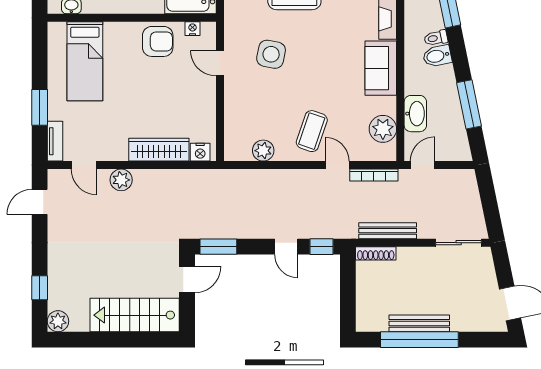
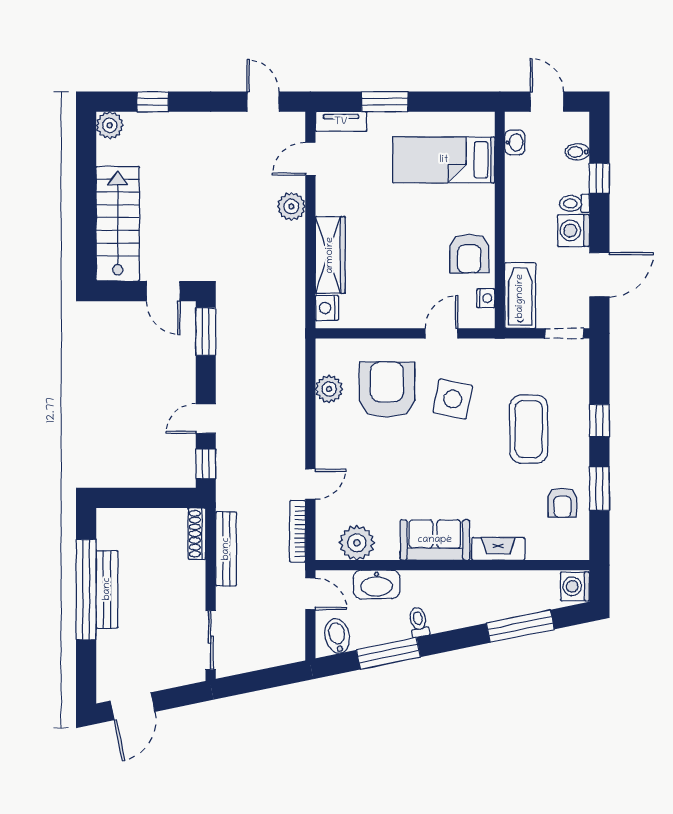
toilet: (436, 38) -> (419, 622), moved
bidet: (437, 56) -> (337, 636), moved
armchair: (264, 105) -> (387, 390), added
coffee table: (312, 131) -> (354, 451), removed

